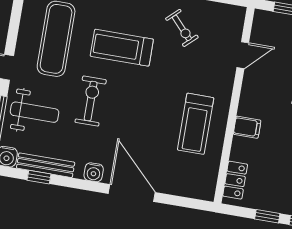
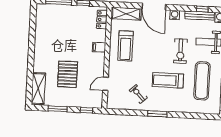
treadmill: (122, 48) -> (168, 80), turned 180
treadmill: (196, 124) -> (126, 46), turned 180
shelving: (187, 186) -> (126, 14), added

